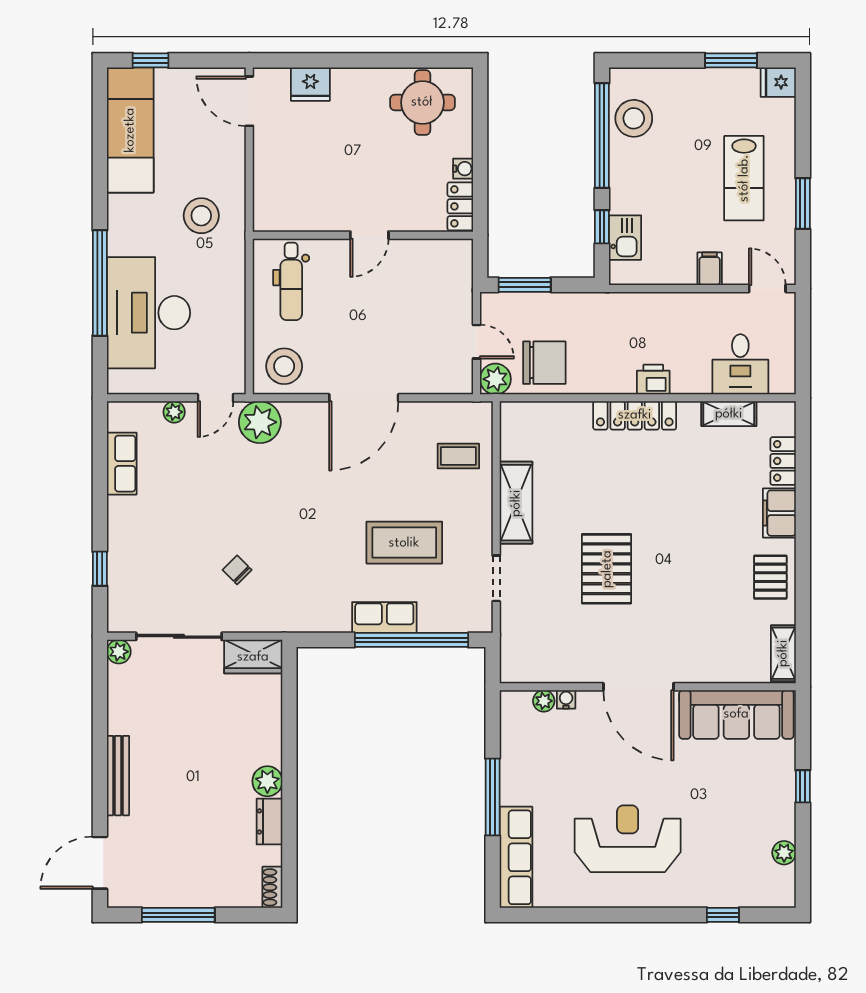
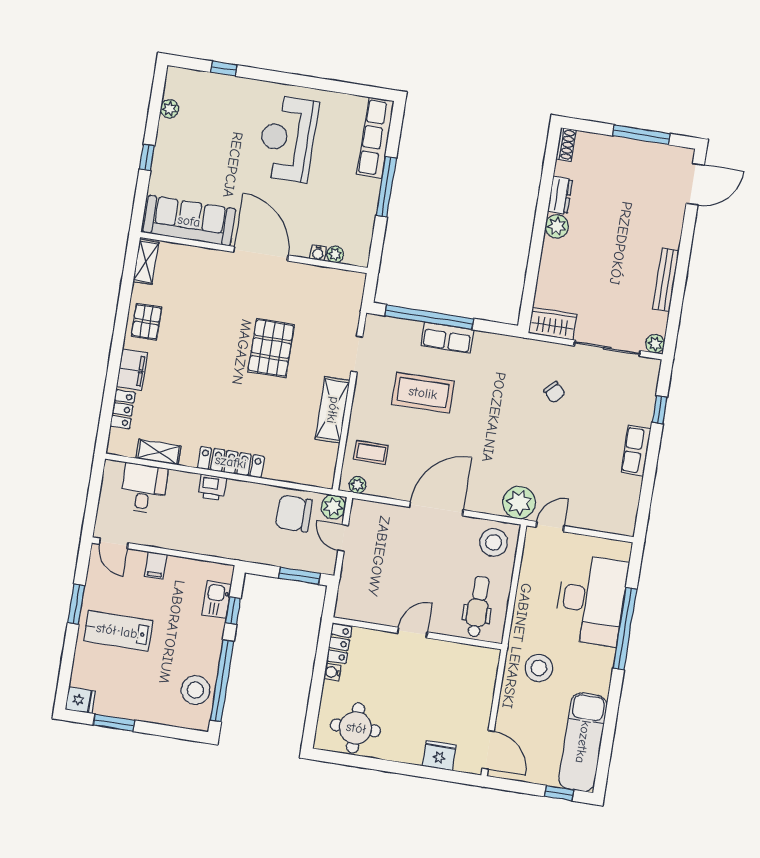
lab bench: (744, 178) -> (118, 631), turned -90
plant: (174, 412) -> (357, 485), moved
row of seats: (122, 464) -> (636, 450), moved
bench: (118, 776) -> (666, 280), moved
reception desk: (628, 839) -> (288, 138), turned 90

